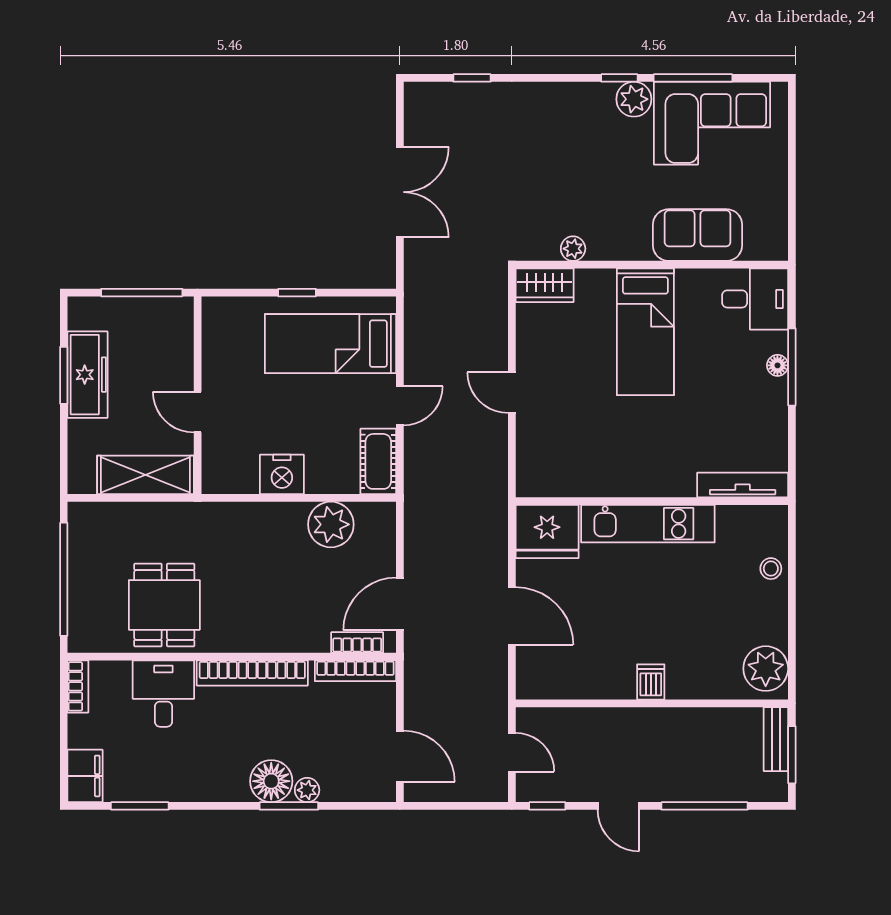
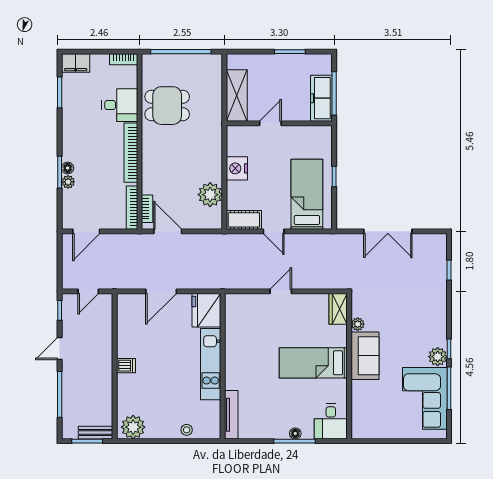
sofa: (698, 235) -> (365, 356), moved
freezer: (88, 375) -> (321, 98), moved, turned 90
floor lamp: (271, 781) -> (68, 168), width x0.53, depth x0.53

